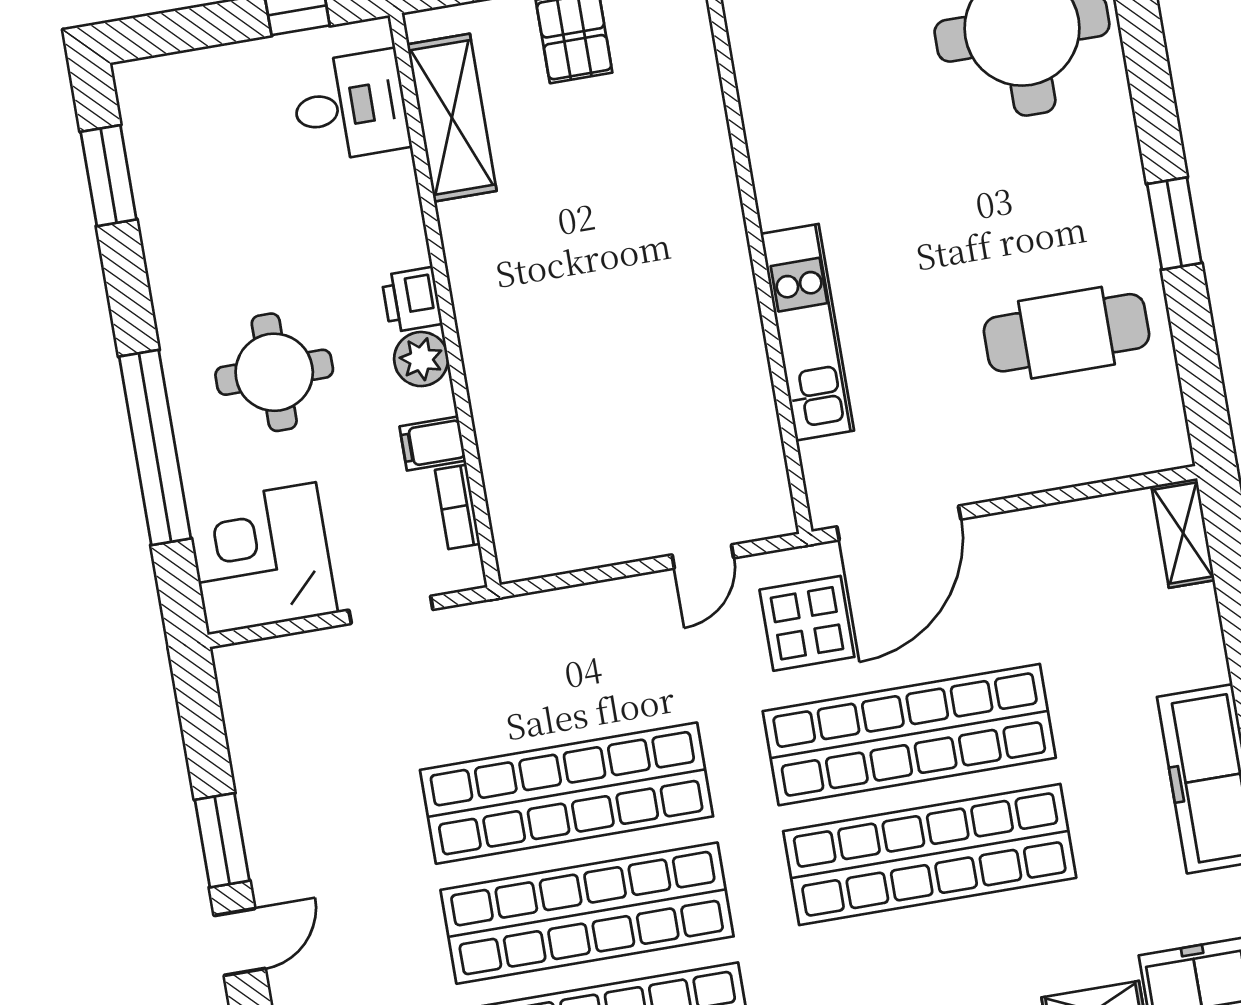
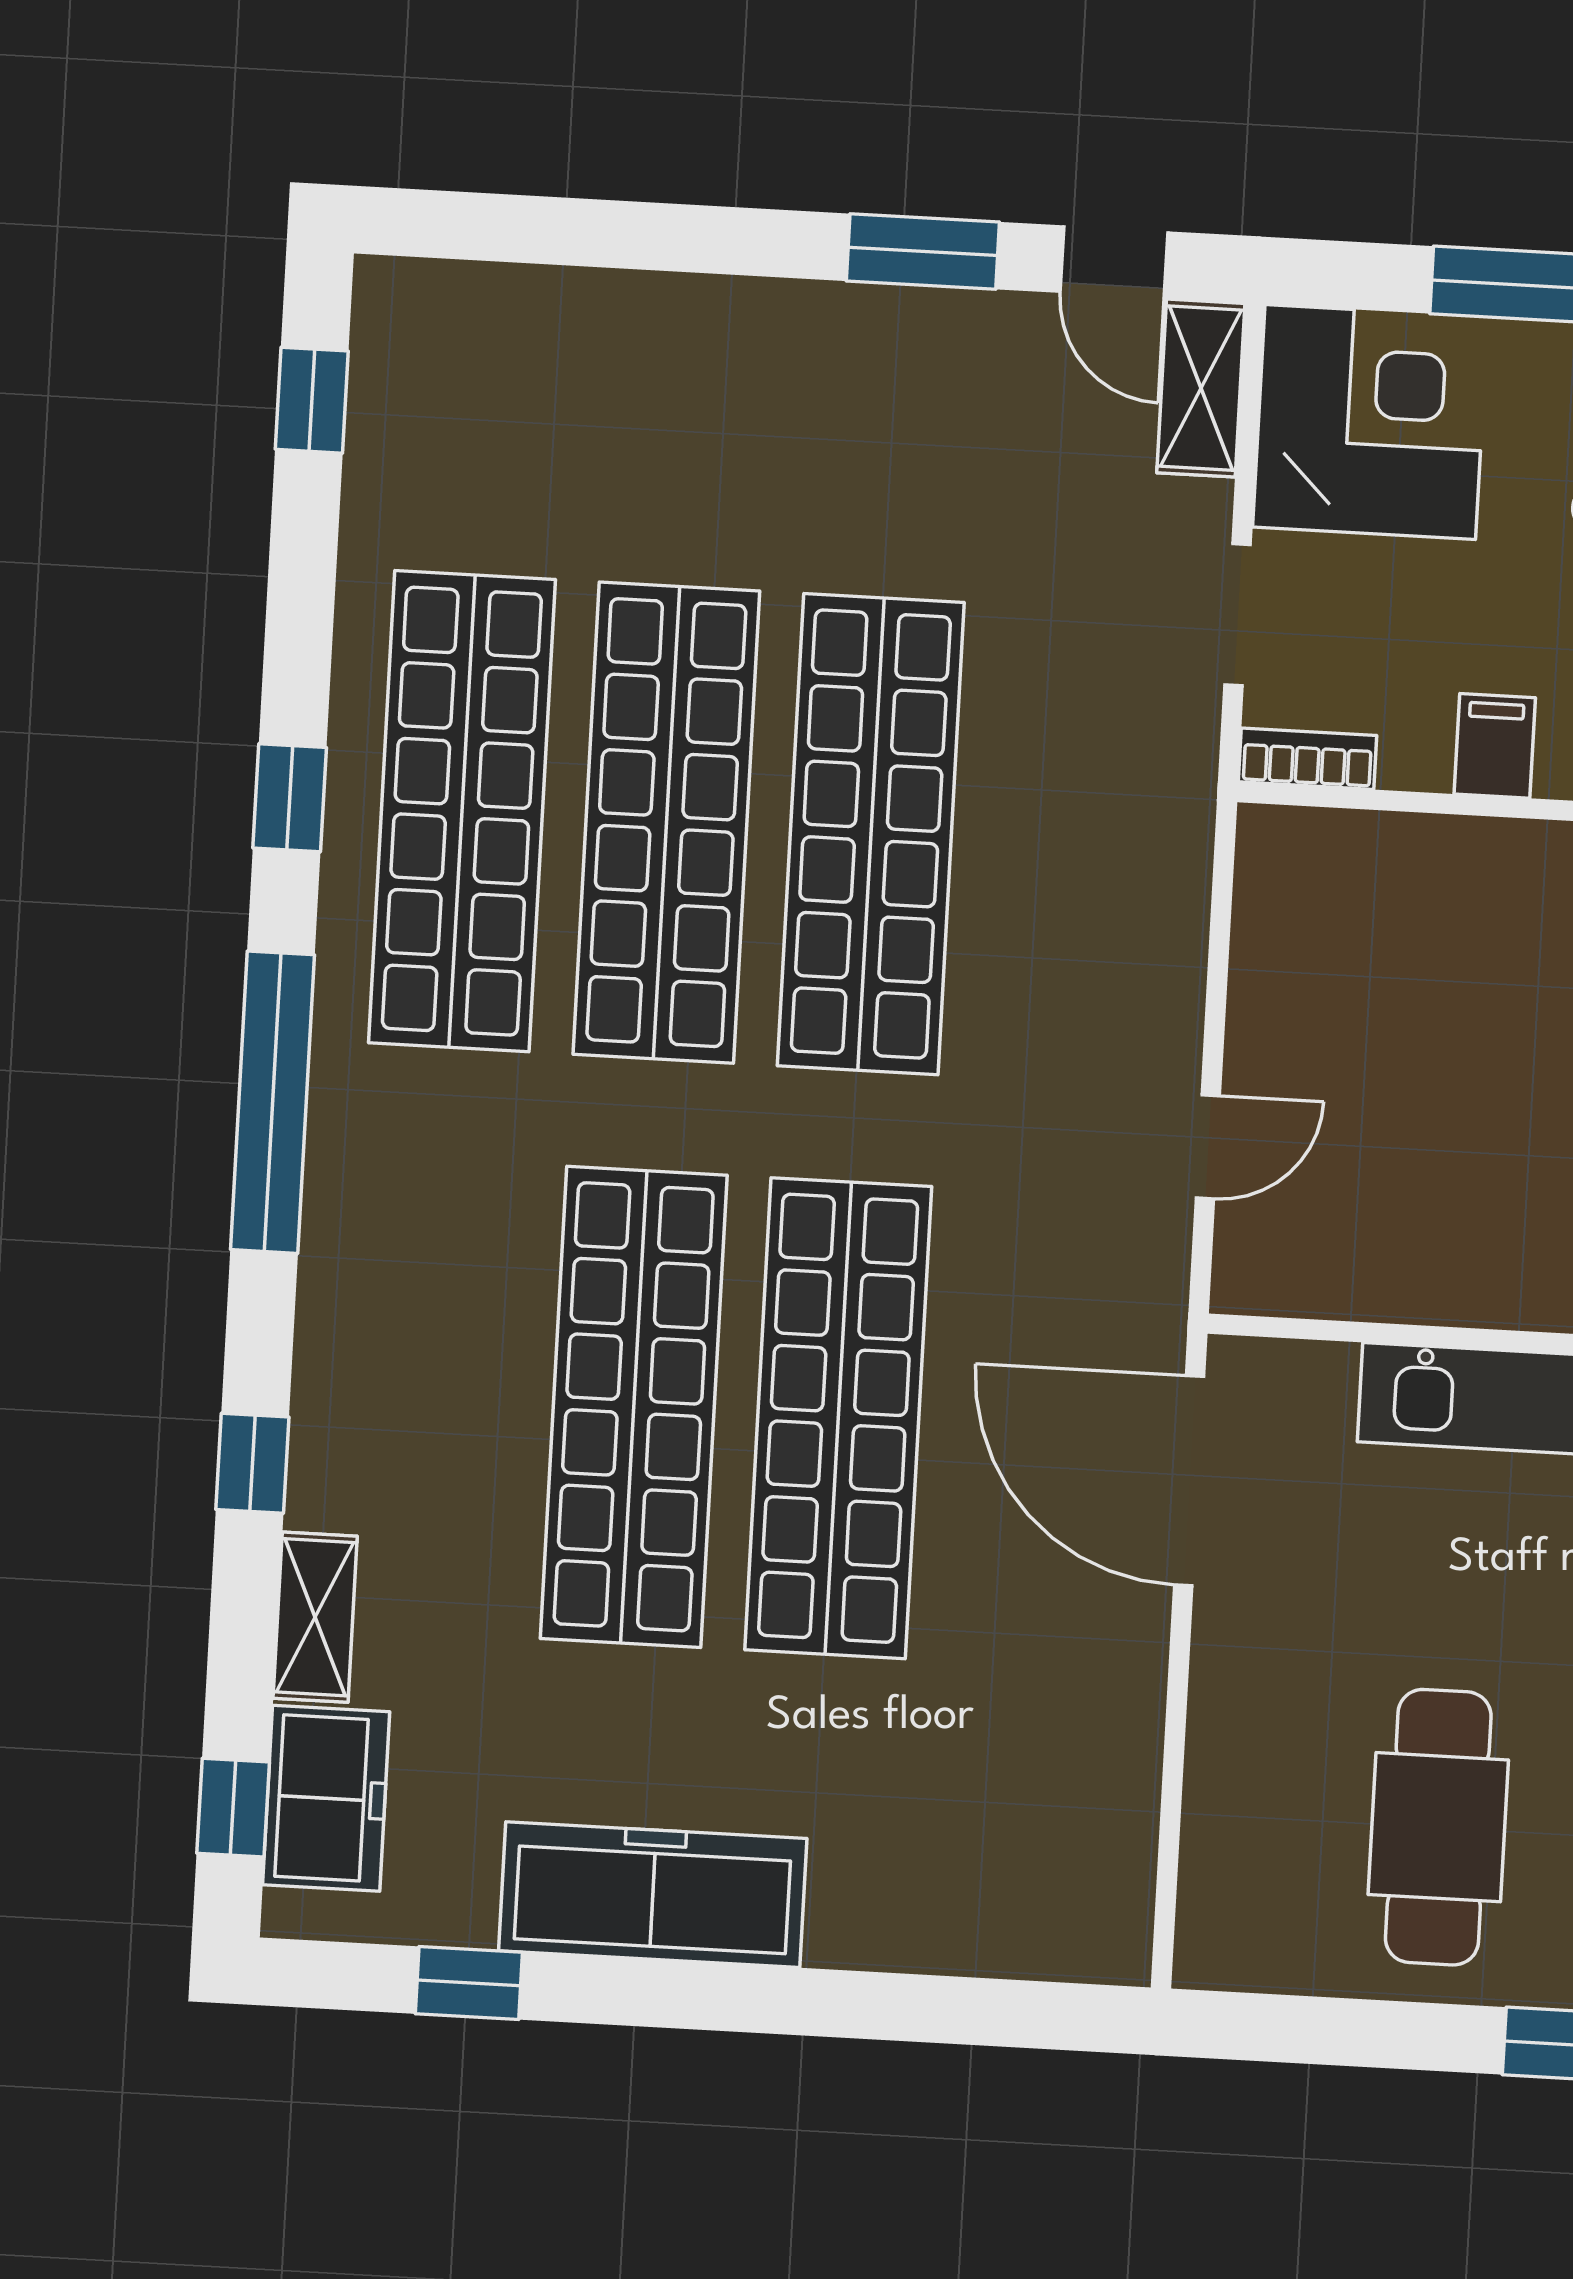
bookcase: (458, 507) -> (1307, 759), moved
shelving: (1183, 533) -> (1201, 388), moved, turned 90
door: (703, 556) -> (1208, 1147), swing flipped
display table: (807, 623) -> (1059, 1292), removed
door: (240, 942) -> (1114, 262), moved

